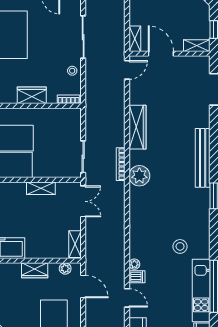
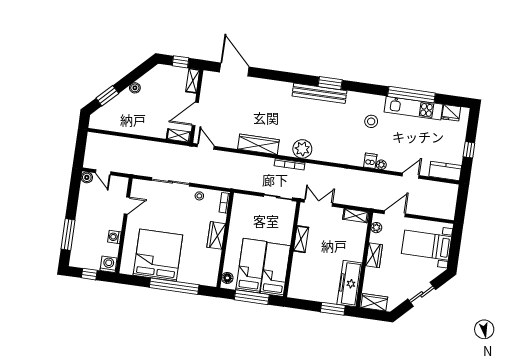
bench: (203, 158) -> (319, 93), moved
dishwasher: (137, 277) -> (370, 161), moved

